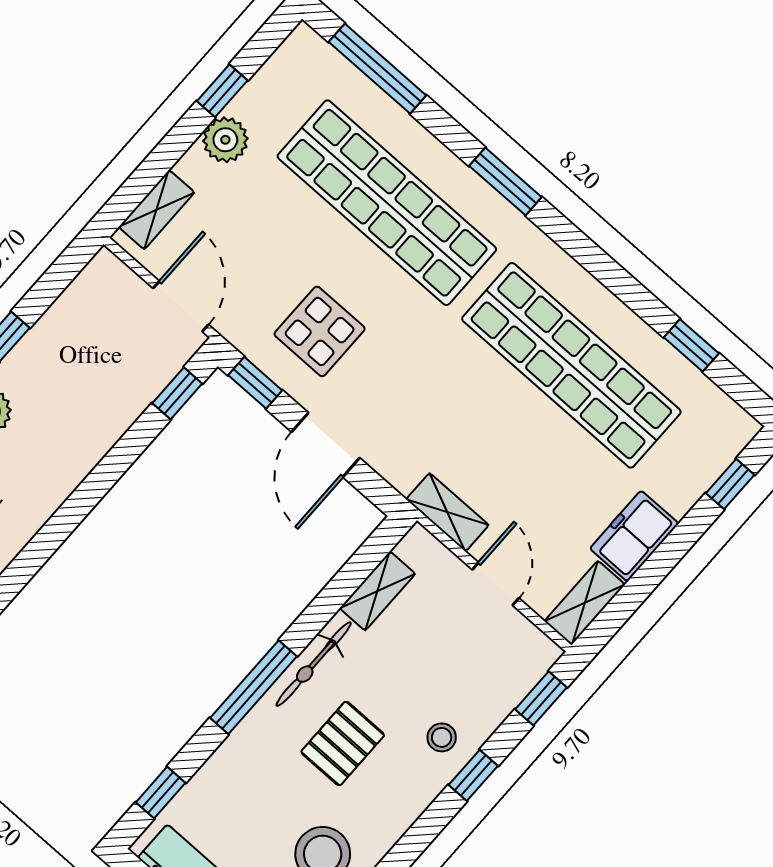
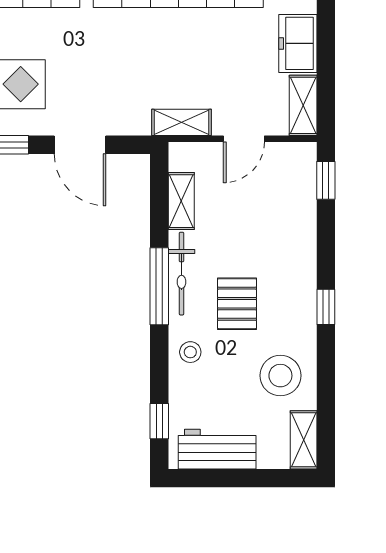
door: (496, 584) -> (244, 139), swing flipped
window: (253, 687) -> (159, 286), moved
stool: (442, 737) -> (190, 352), moved
window: (473, 775) -> (326, 307), moved

